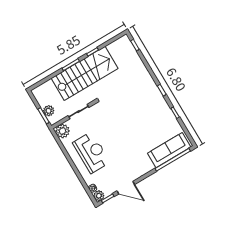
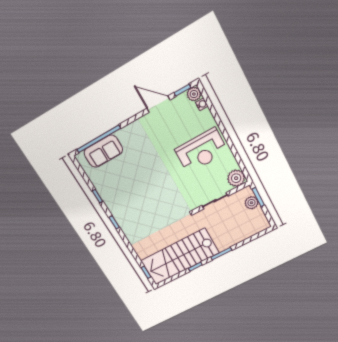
stairs: (85, 73) -> (180, 257), moved
sofa: (169, 150) -> (103, 151), width x0.73
reception desk: (91, 153) -> (201, 151), turned -90

